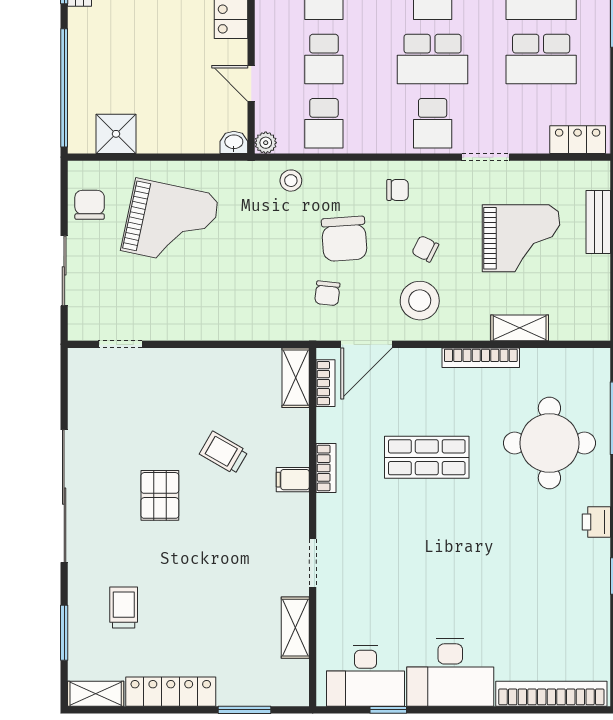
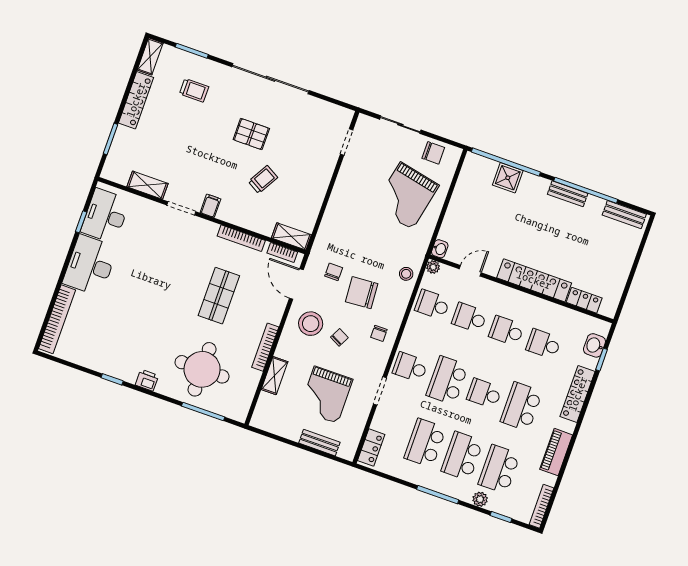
shower: (116, 134) -> (508, 178), moved
chair: (327, 293) -> (334, 272), turned 84
bookcase: (326, 468) -> (241, 238), width x1.56
filing cabinet: (293, 480) -> (210, 206), moved

